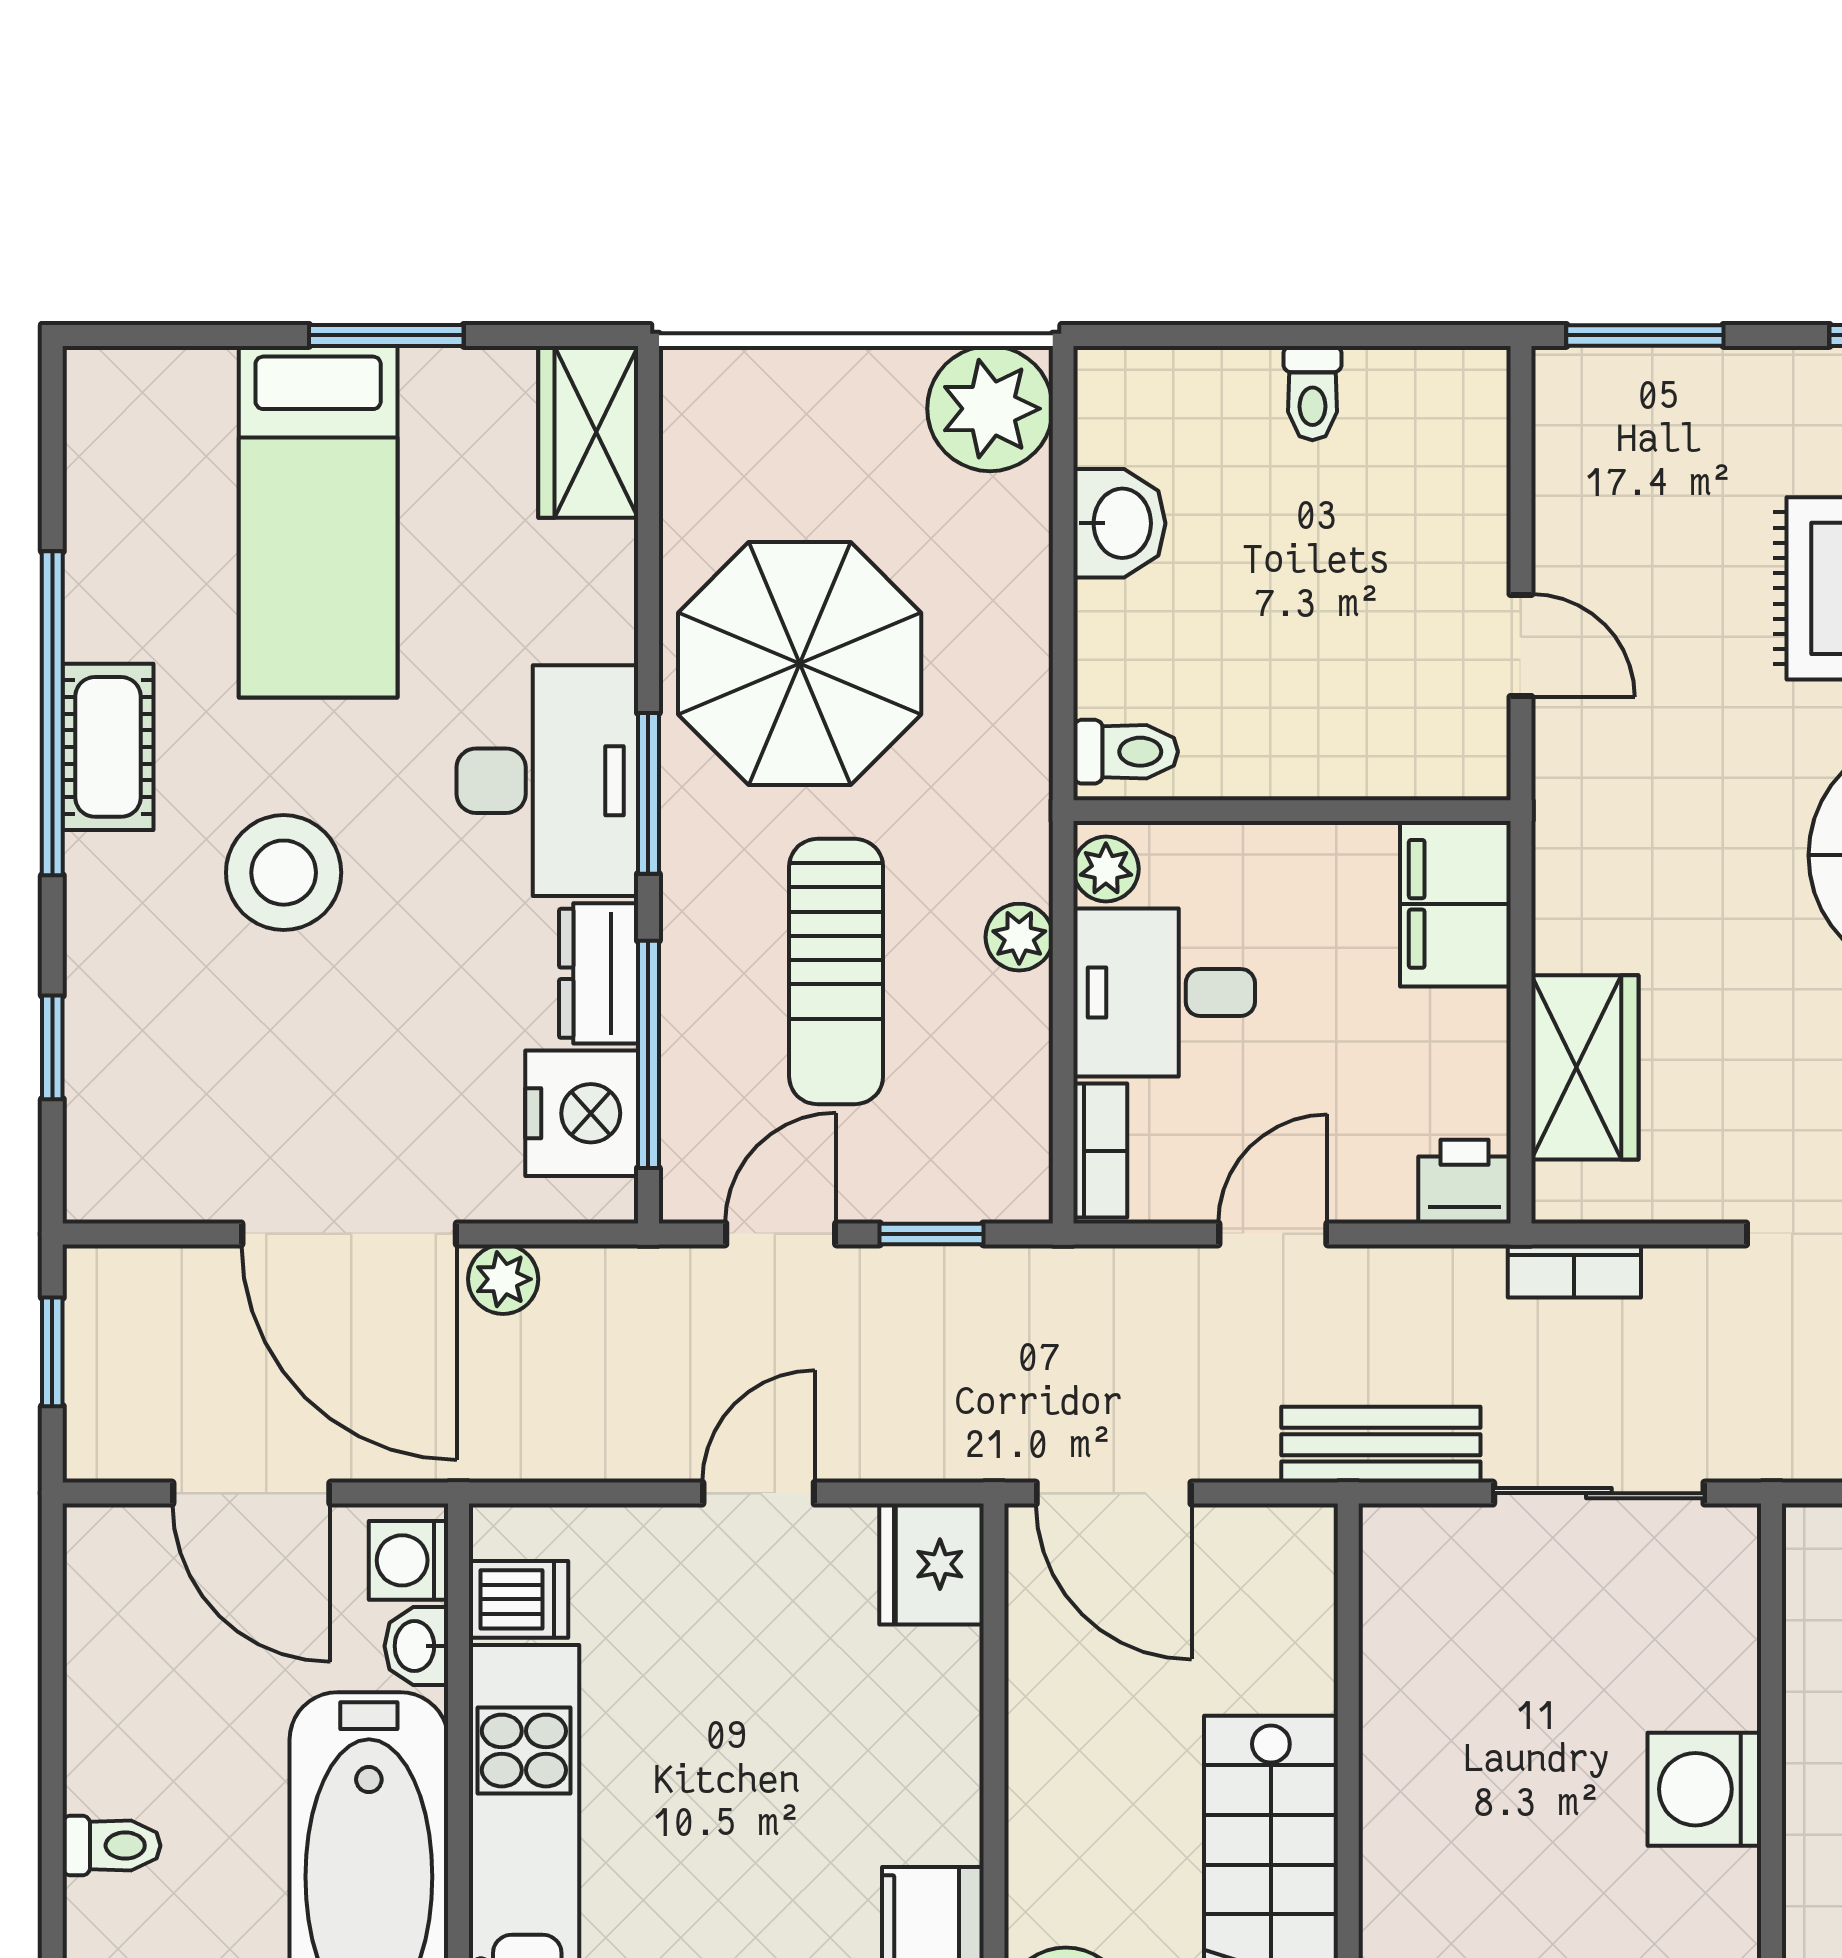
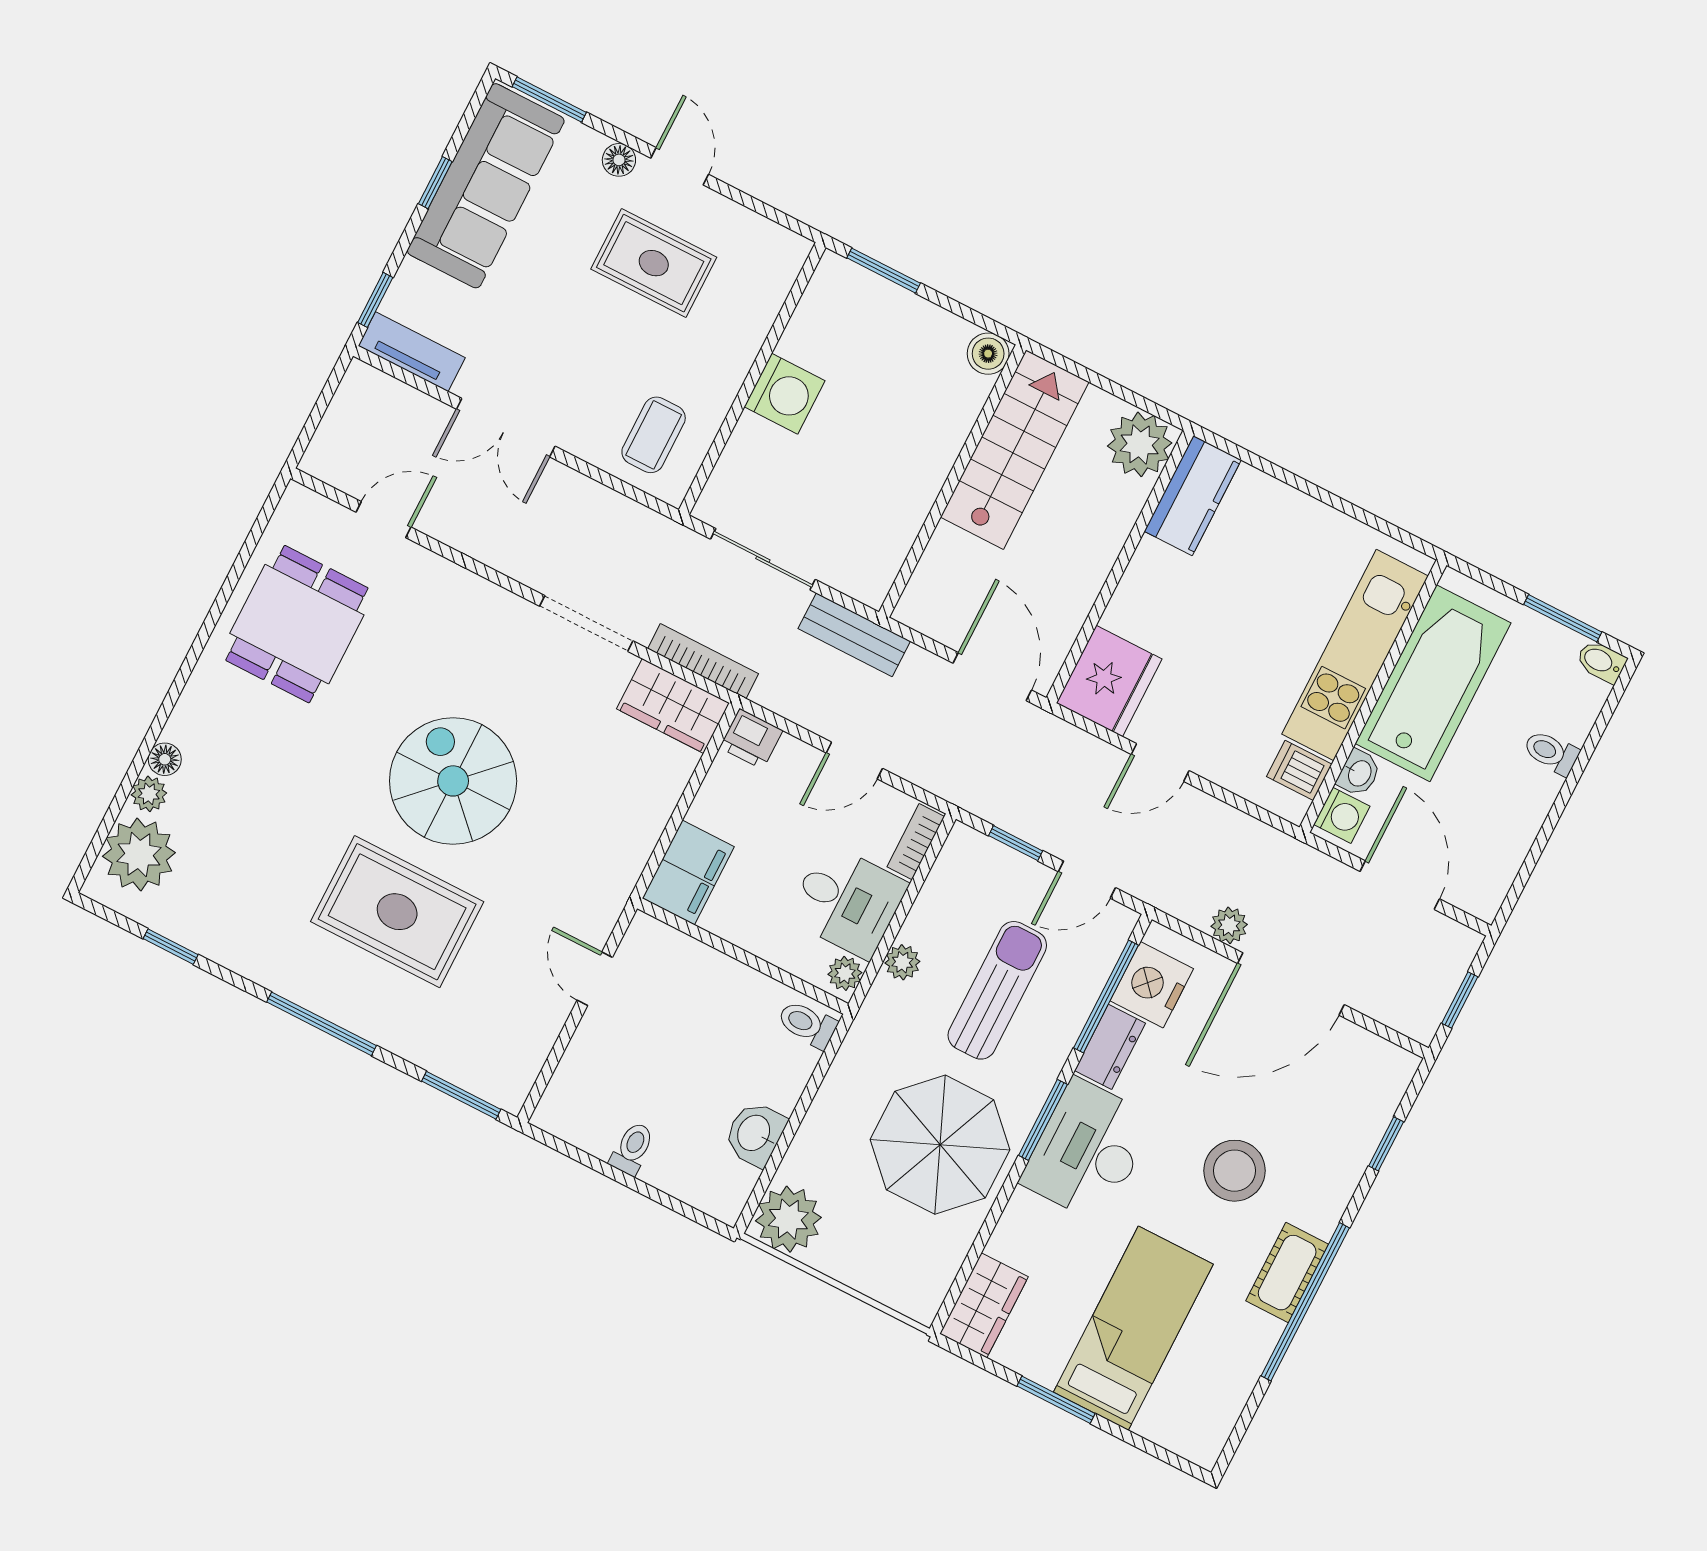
wardrobe: (1585, 1067) -> (673, 706), moved, turned -90
door: (349, 1234) -> (1291, 984), swing flipped
bookcase: (1574, 1271) -> (703, 661), width x1.56
fridge: (931, 1564) -> (1109, 681), width x1.36, depth x1.34

